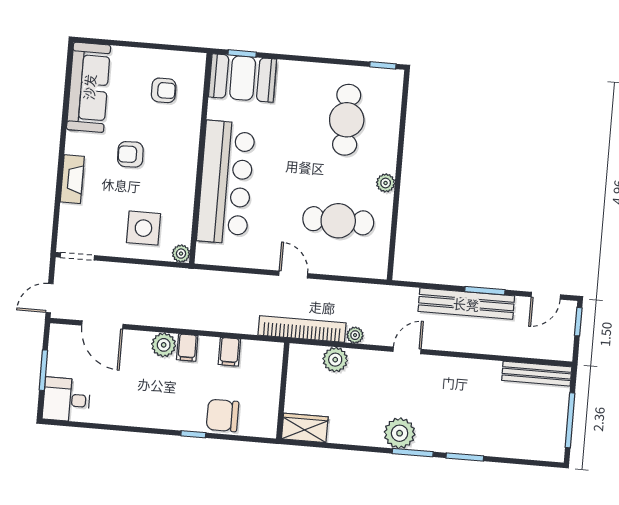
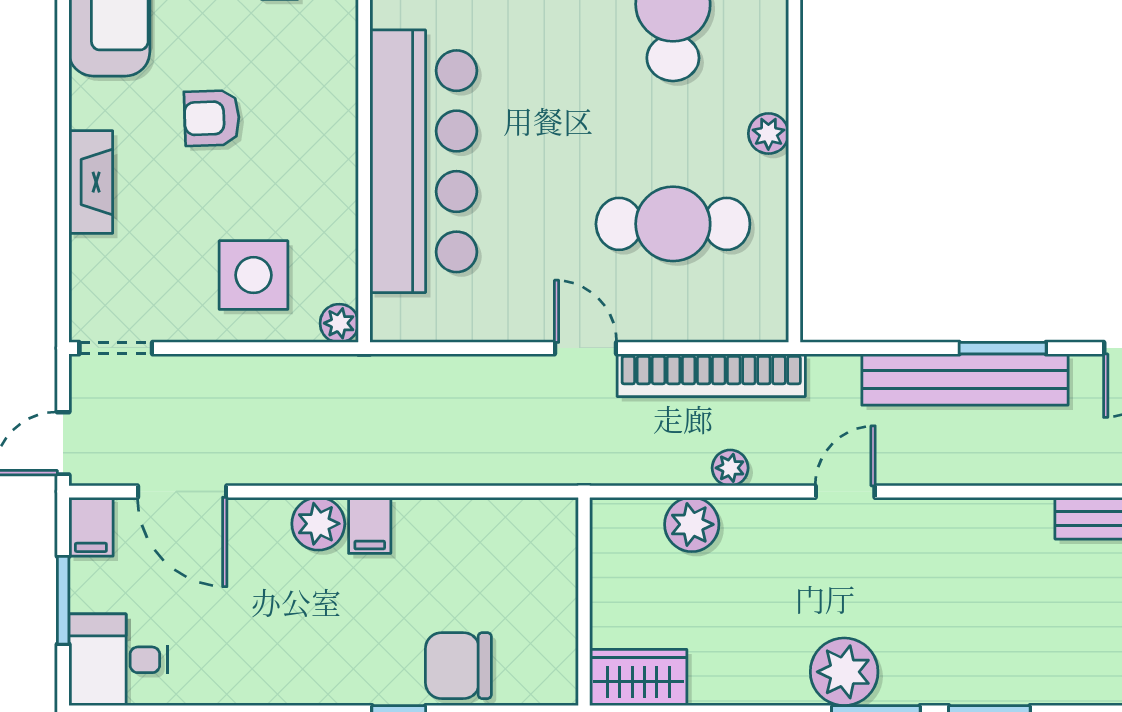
bookcase: (302, 329) -> (711, 375), moved, turned 180
filing cabinet: (229, 352) -> (91, 527), moved

